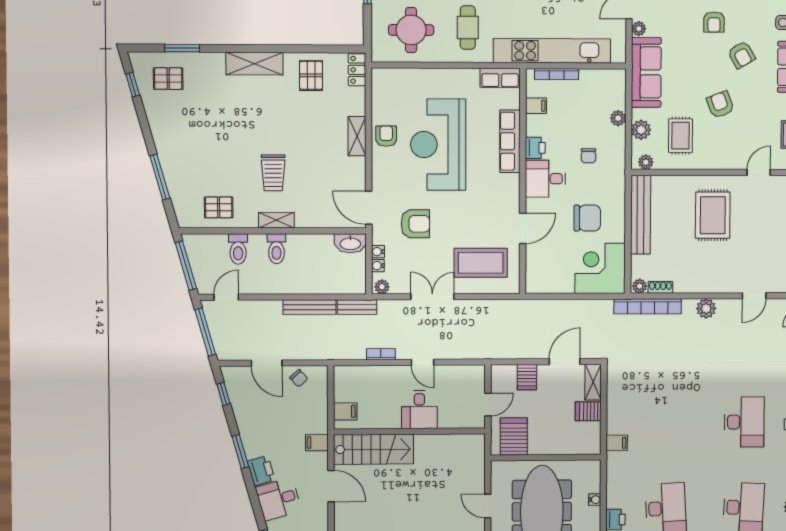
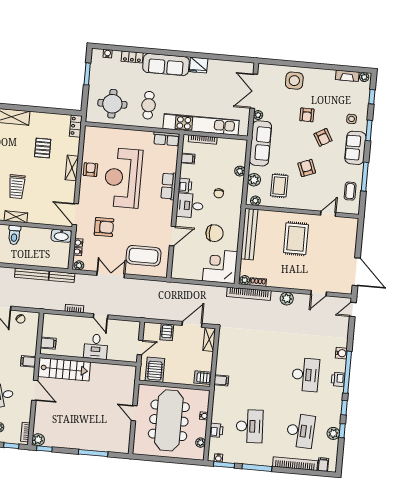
pallet: (311, 75) -> (43, 148), moved
row of seats: (510, 141) -> (169, 186), width x0.68
server rack: (588, 411) -> (203, 378), moved

